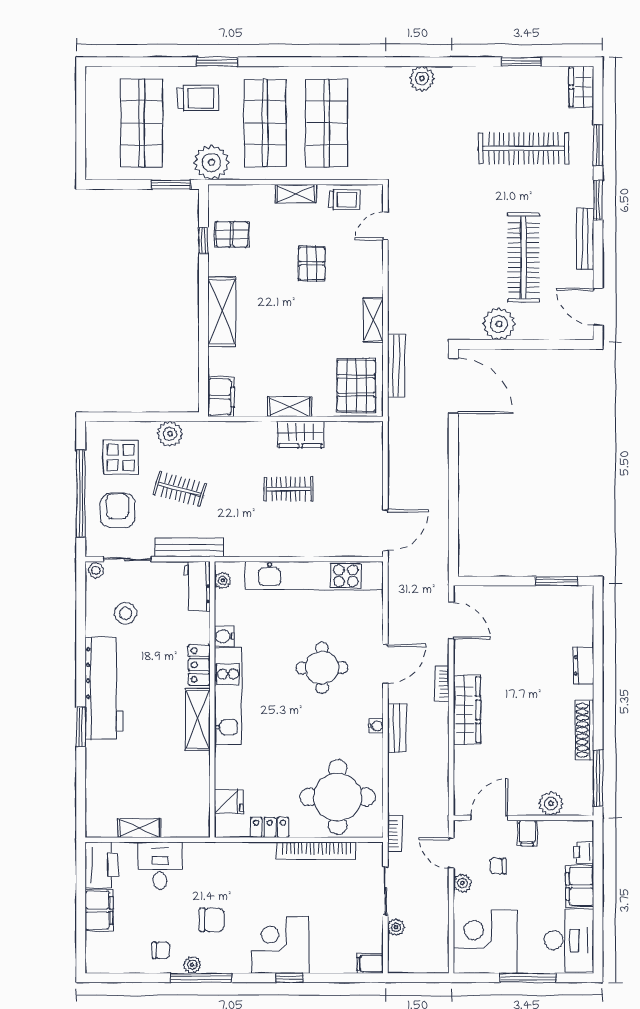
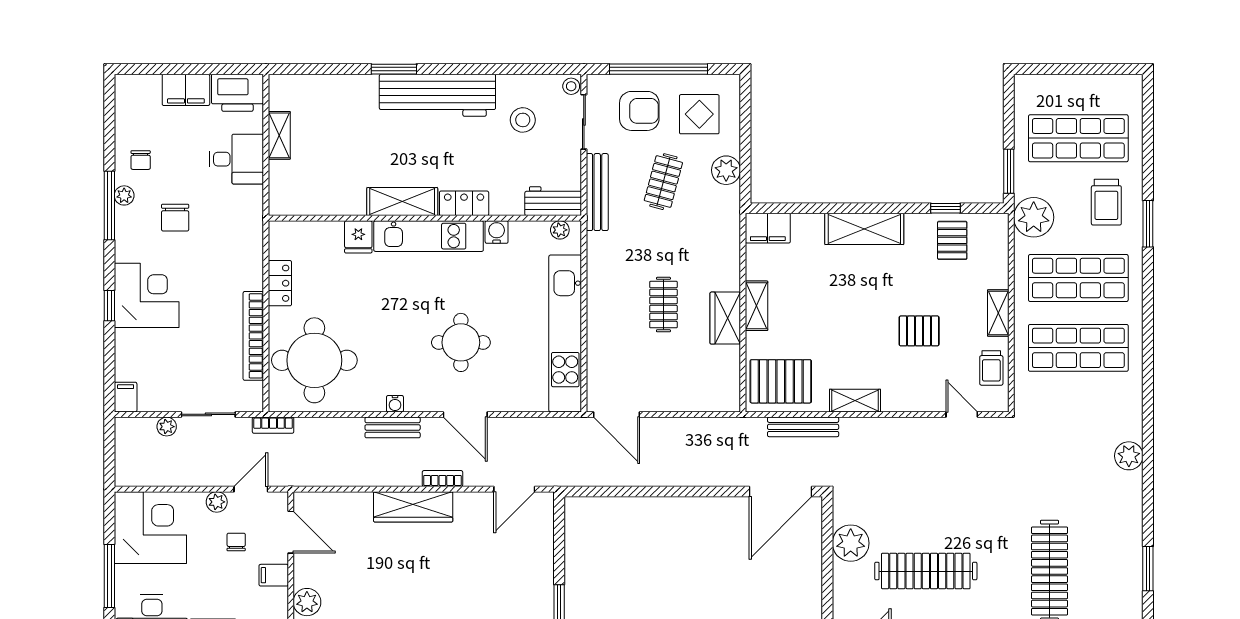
fridge: (229, 801) -> (358, 237), moved

